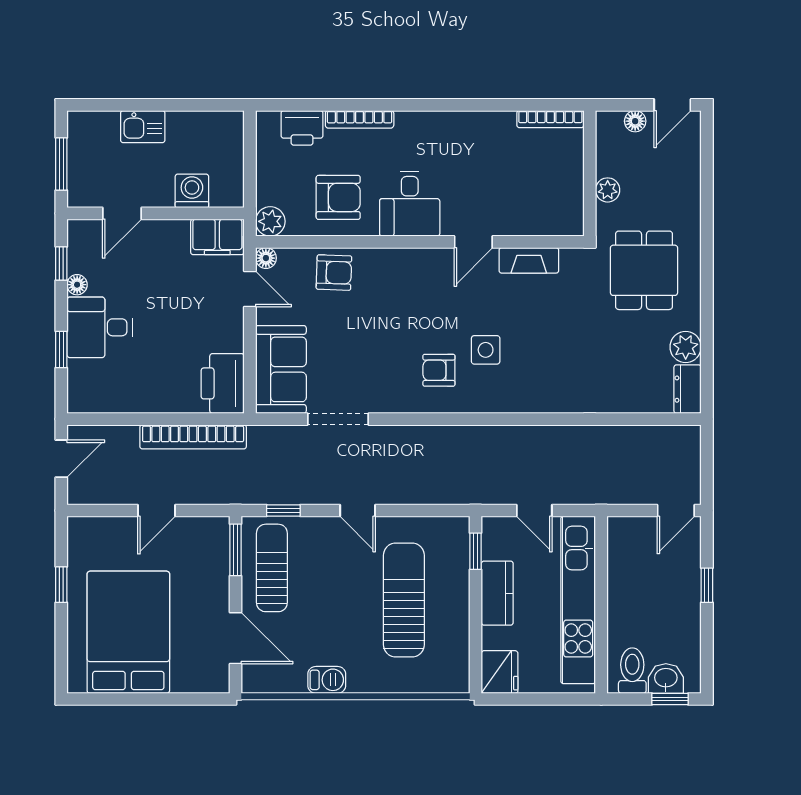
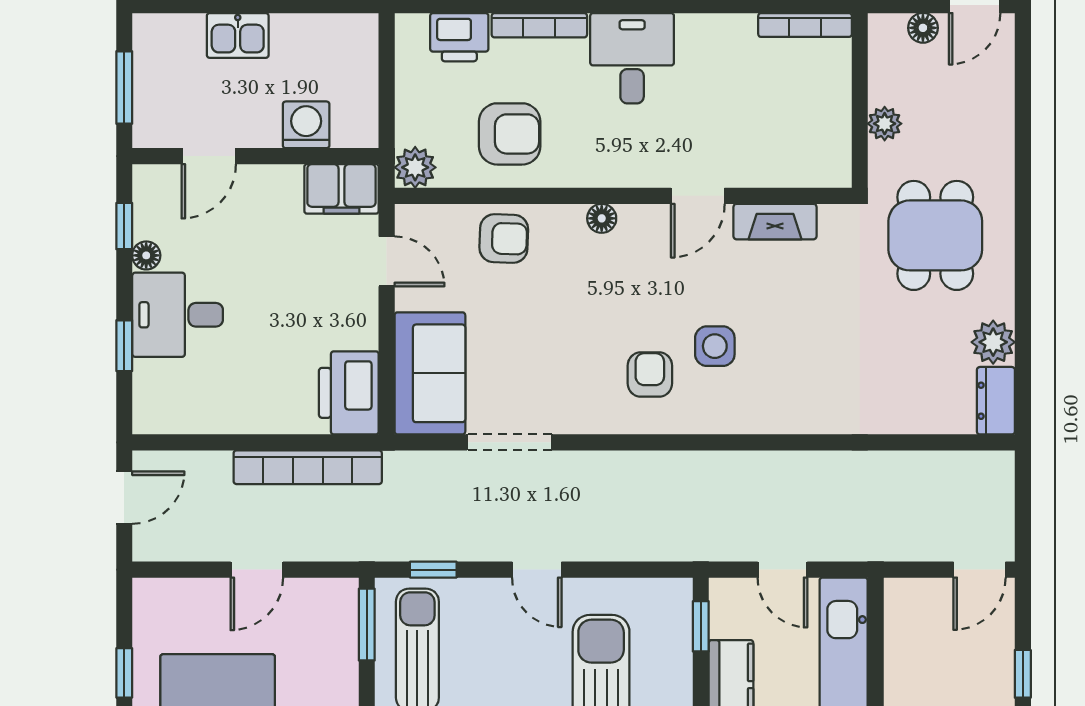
desk: (410, 204) -> (632, 58), moved, turned 180
floor lamp: (266, 258) -> (602, 218), moved
armchair: (439, 370) -> (650, 374), turned 90

